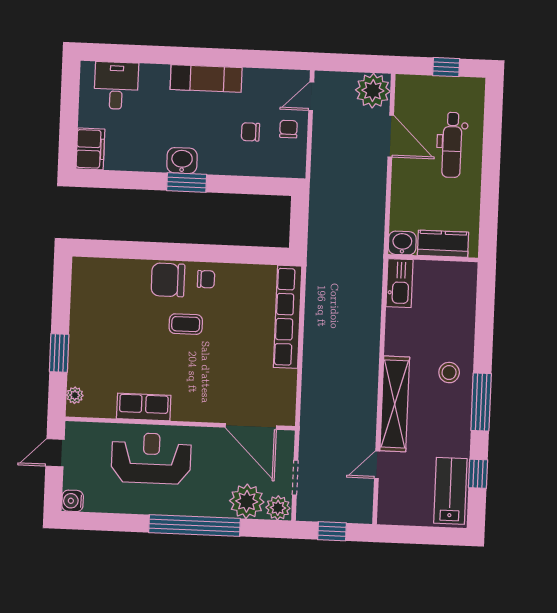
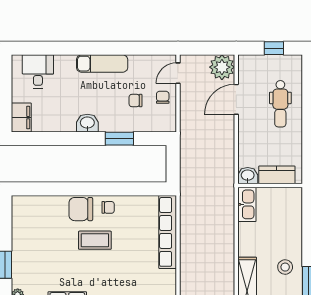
door: (391, 136) -> (236, 99), swing flipped
window: (187, 182) -> (119, 139), moved
coffee table: (186, 324) -> (95, 240), width x1.36, depth x1.30

